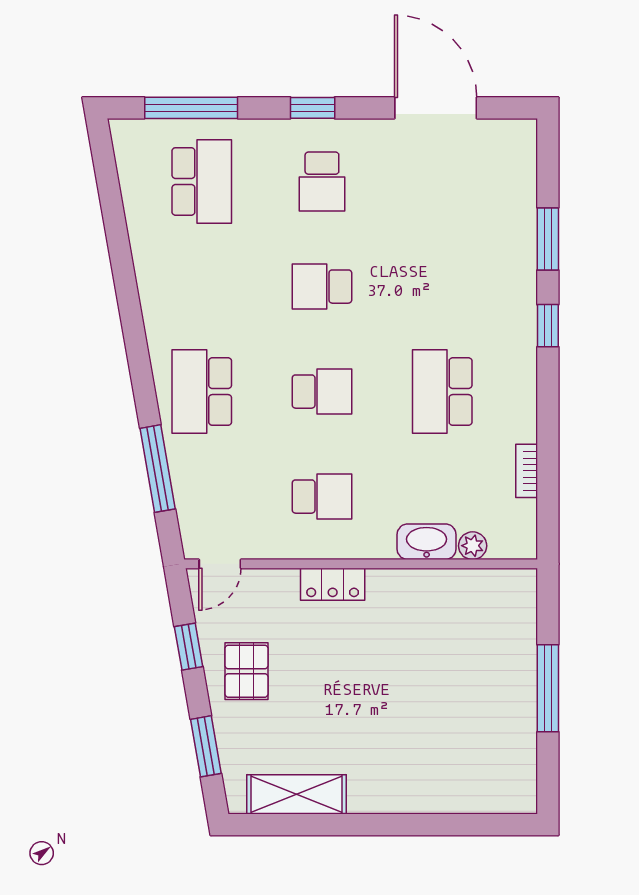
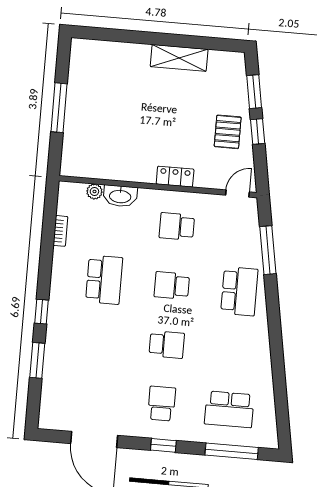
school desk: (202, 181) -> (229, 409), turned -90
window: (189, 647) -> (258, 132), moved
shelving: (296, 794) -> (179, 58), moved

